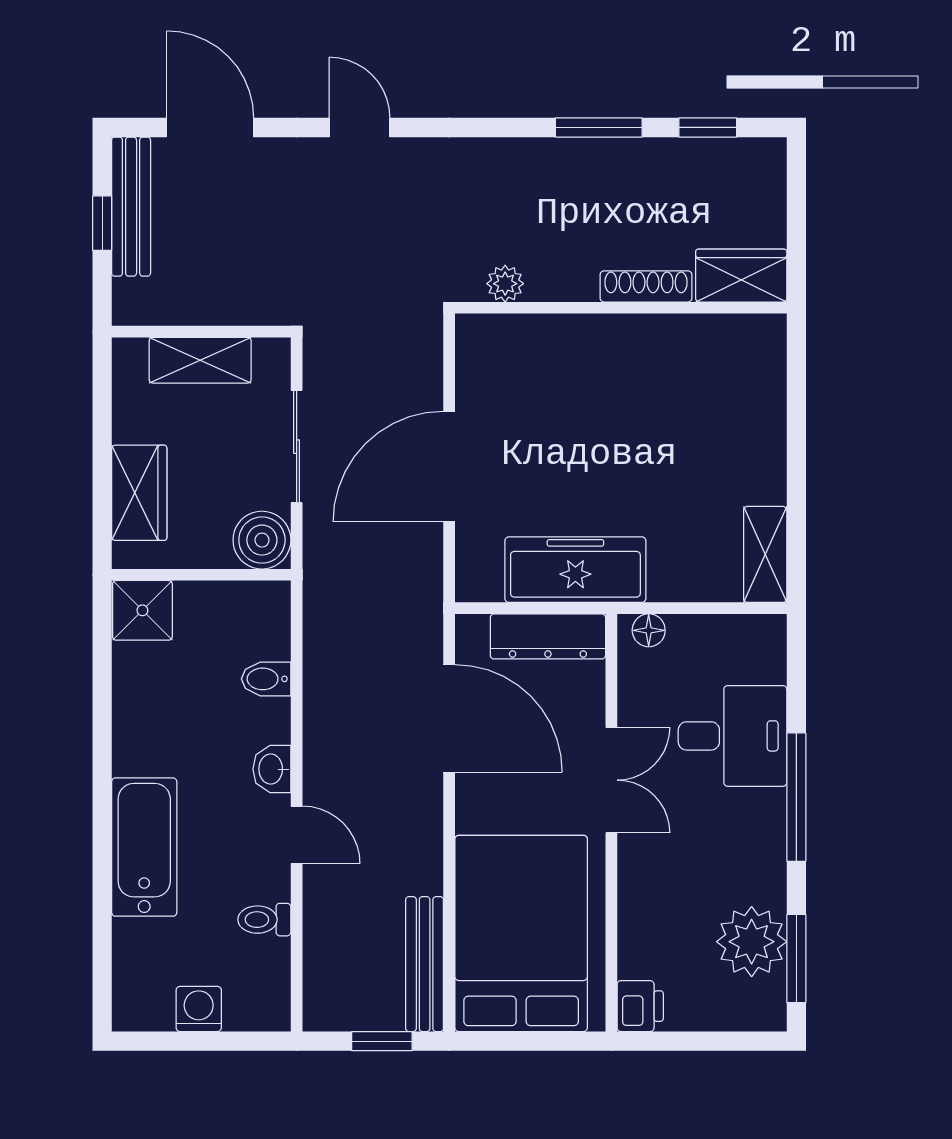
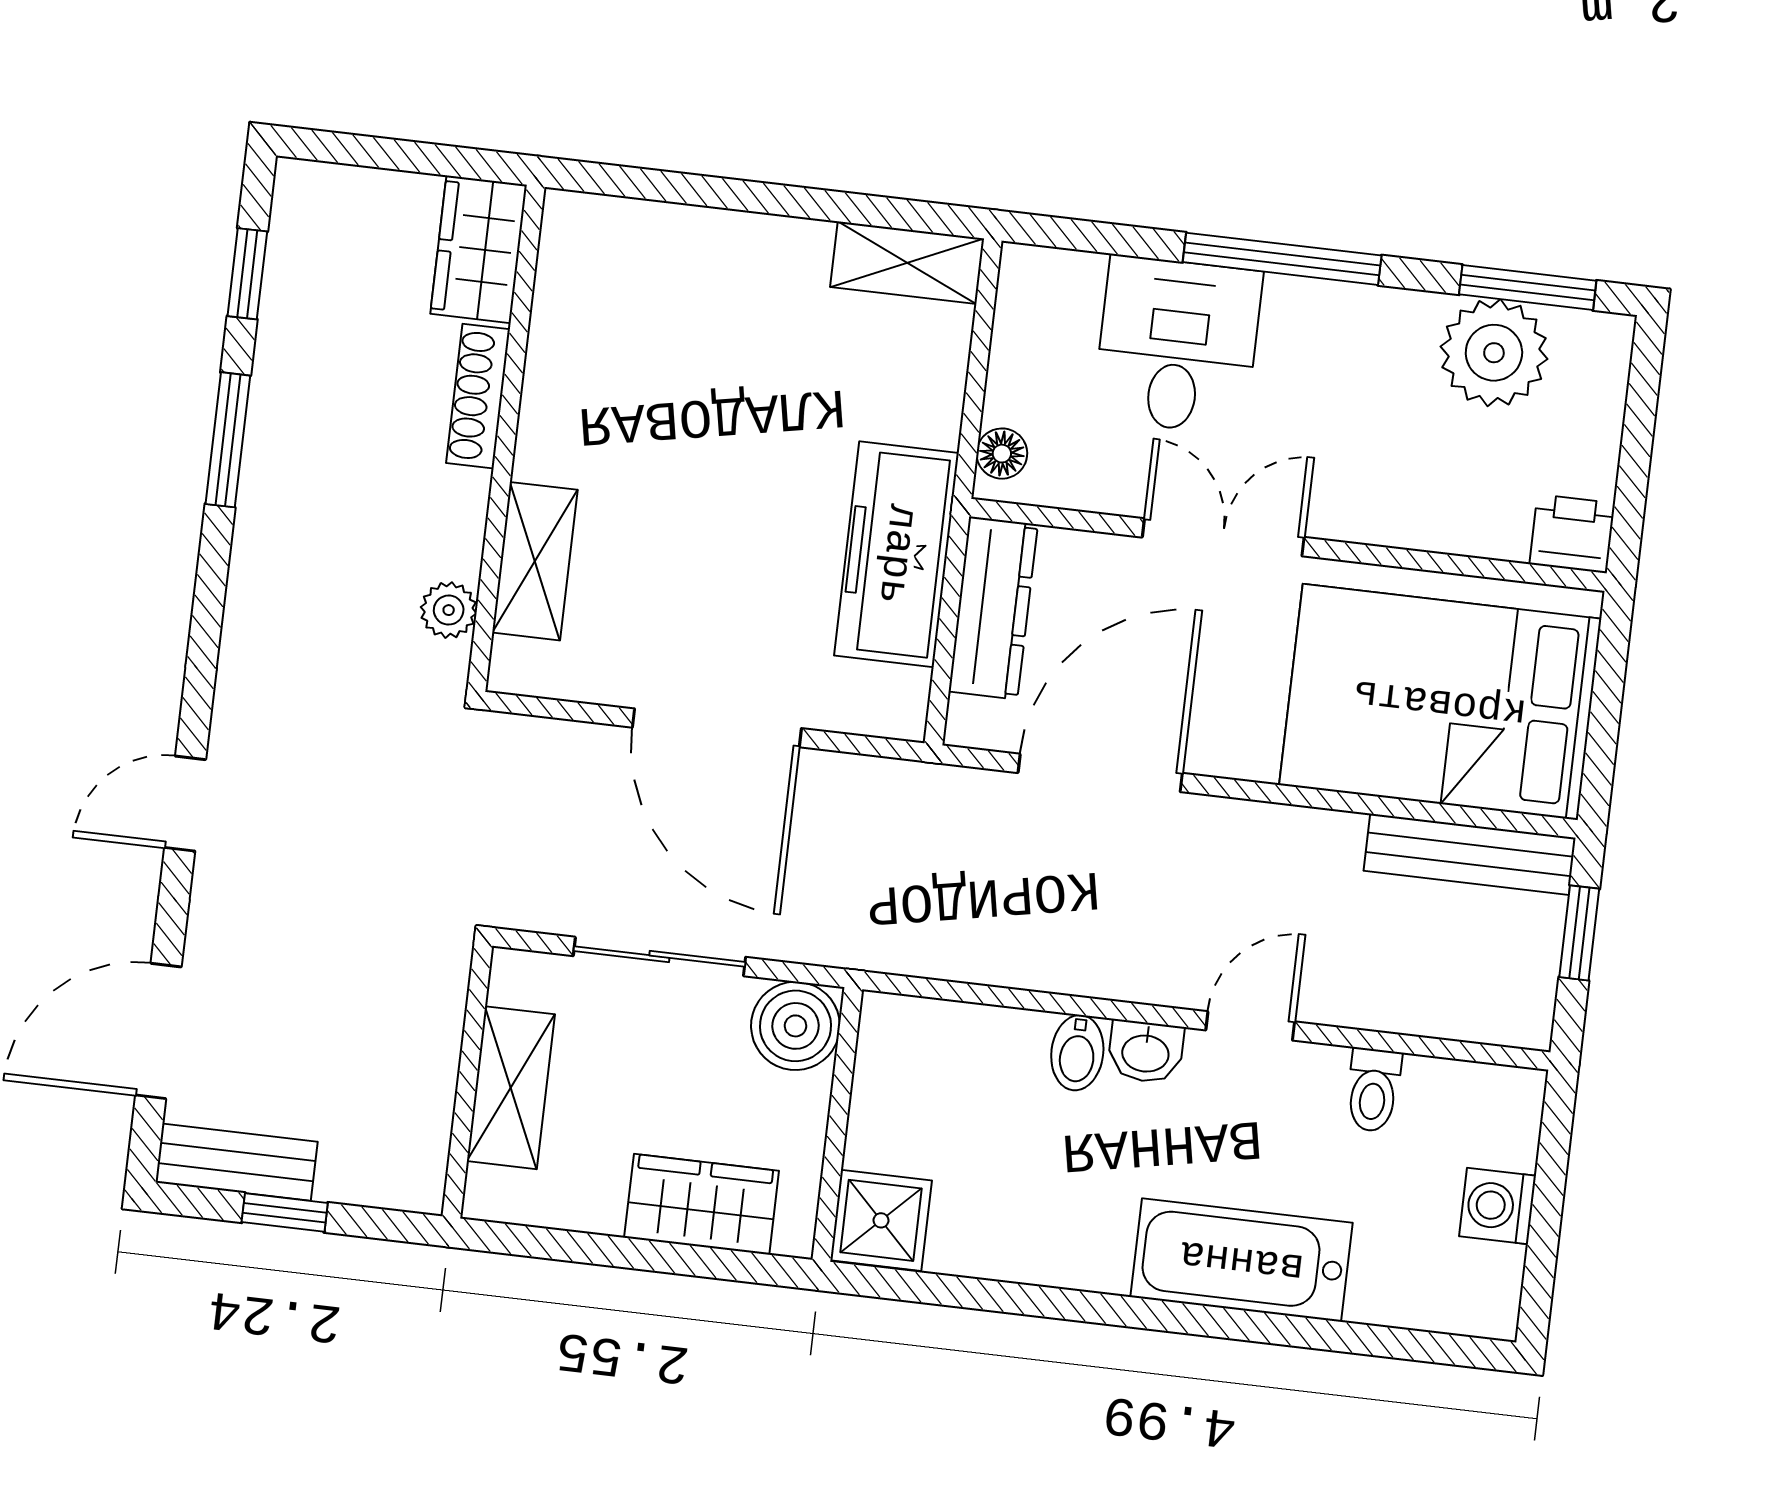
bench: (131, 207) -> (236, 1162), width x0.73
shelving: (543, 336) -> (535, 561), added
bidet: (266, 679) -> (1077, 1053), moved

